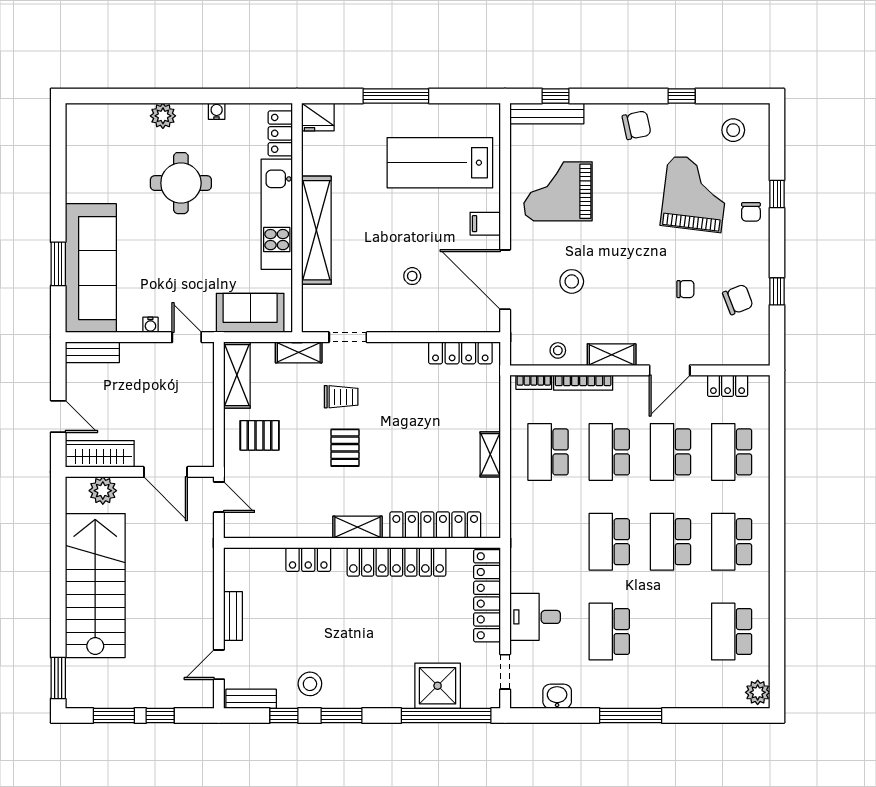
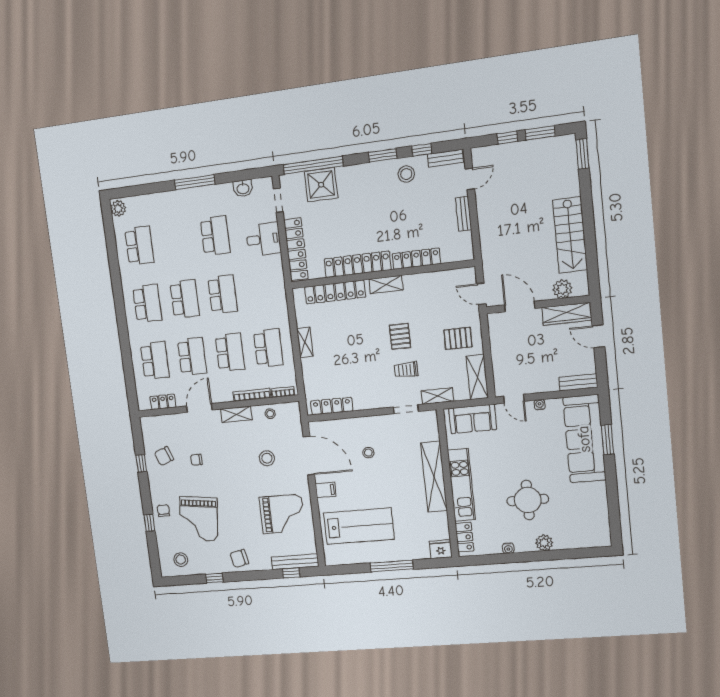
locker: (308, 560) -> (416, 259), width x1.53
stairs: (95, 586) -> (570, 235), width x0.73, depth x0.66

